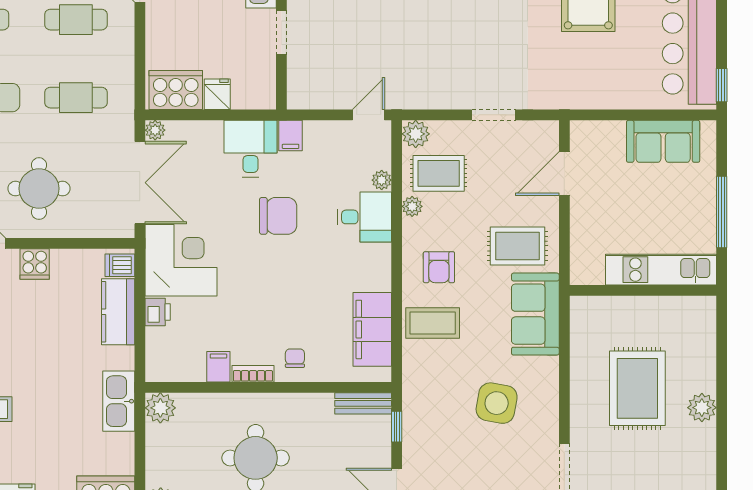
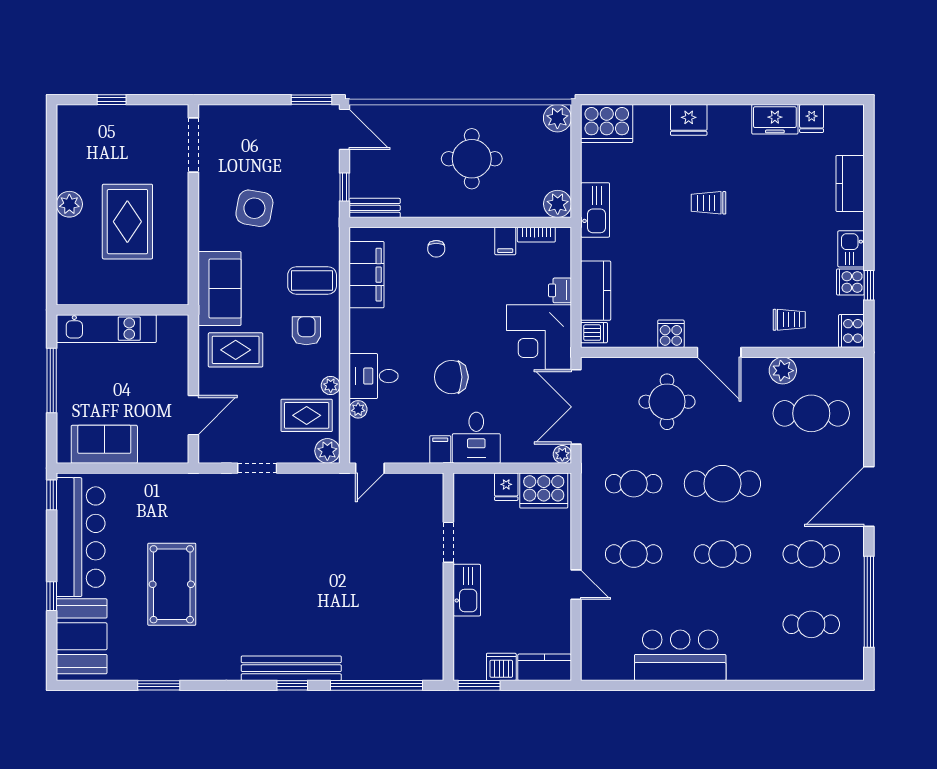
bookcase: (253, 374) -> (536, 235), moved

